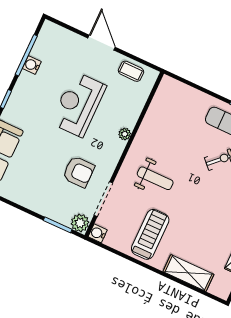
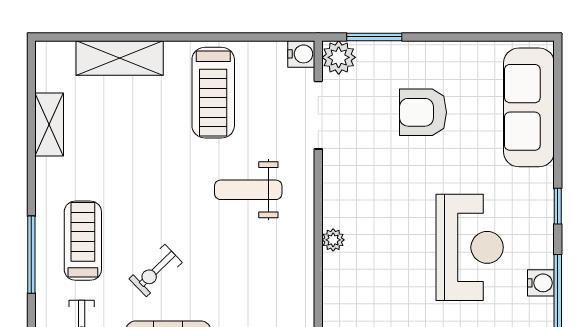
reception desk: (78, 104) -> (470, 247), moved
armchair: (79, 172) -> (423, 112), moved

